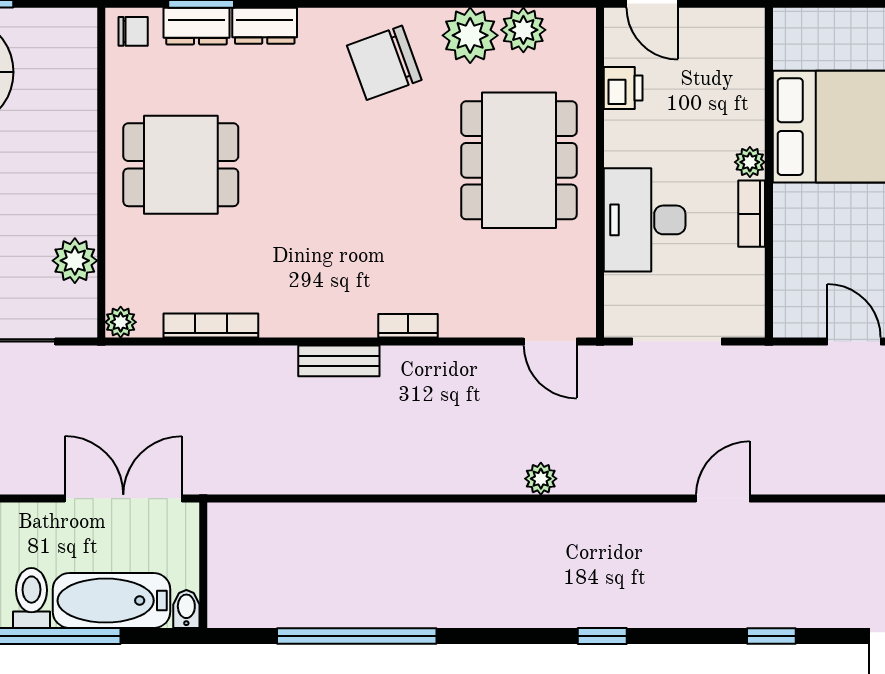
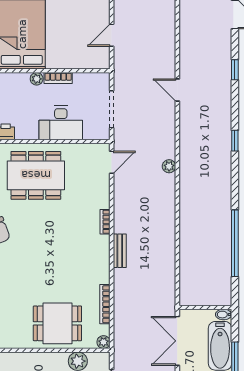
dining table: (181, 165) -> (57, 323), moved, turned 90

